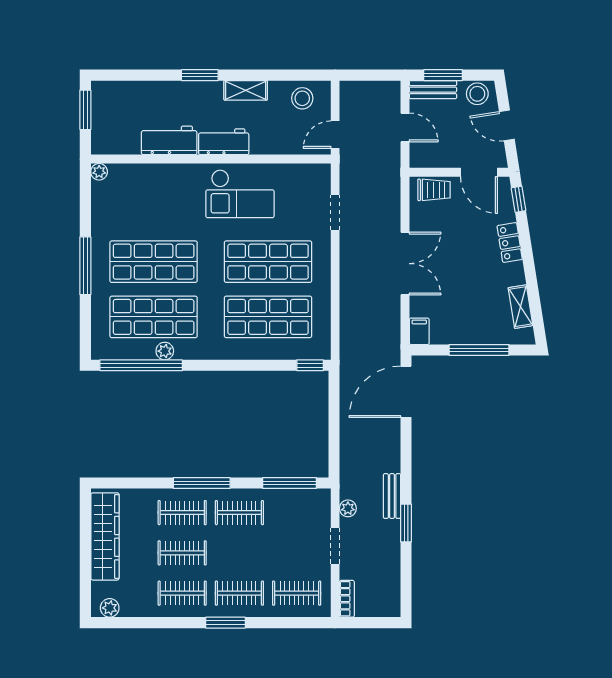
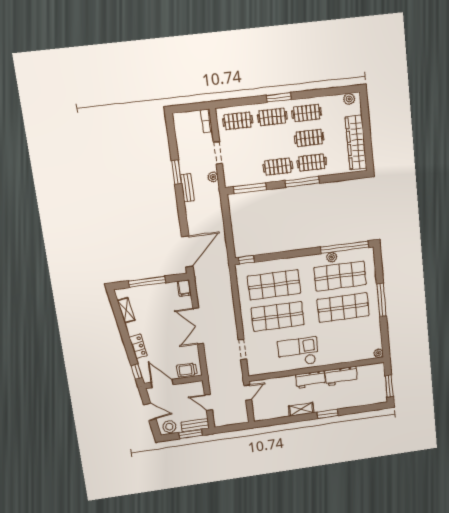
stool: (302, 98) -> (269, 410), removed

